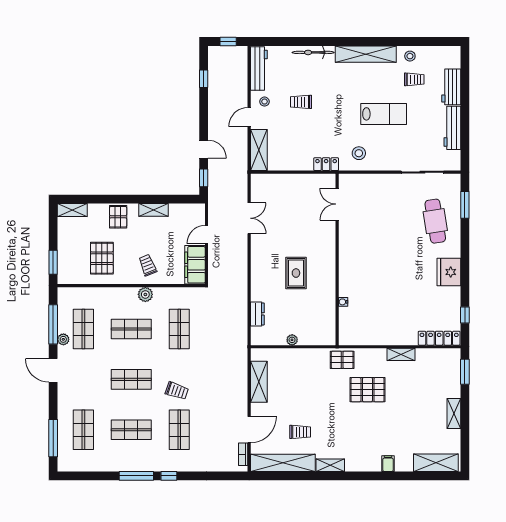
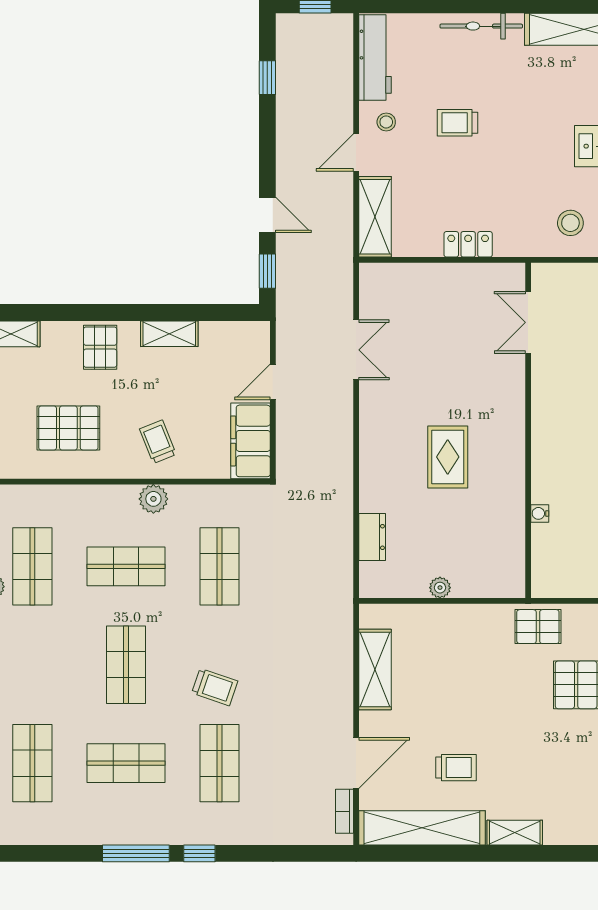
locker: (326, 164) -> (468, 244), moved
pallet: (102, 258) -> (68, 428), turned 90
shop shelf: (131, 379) -> (126, 665), turned 90

